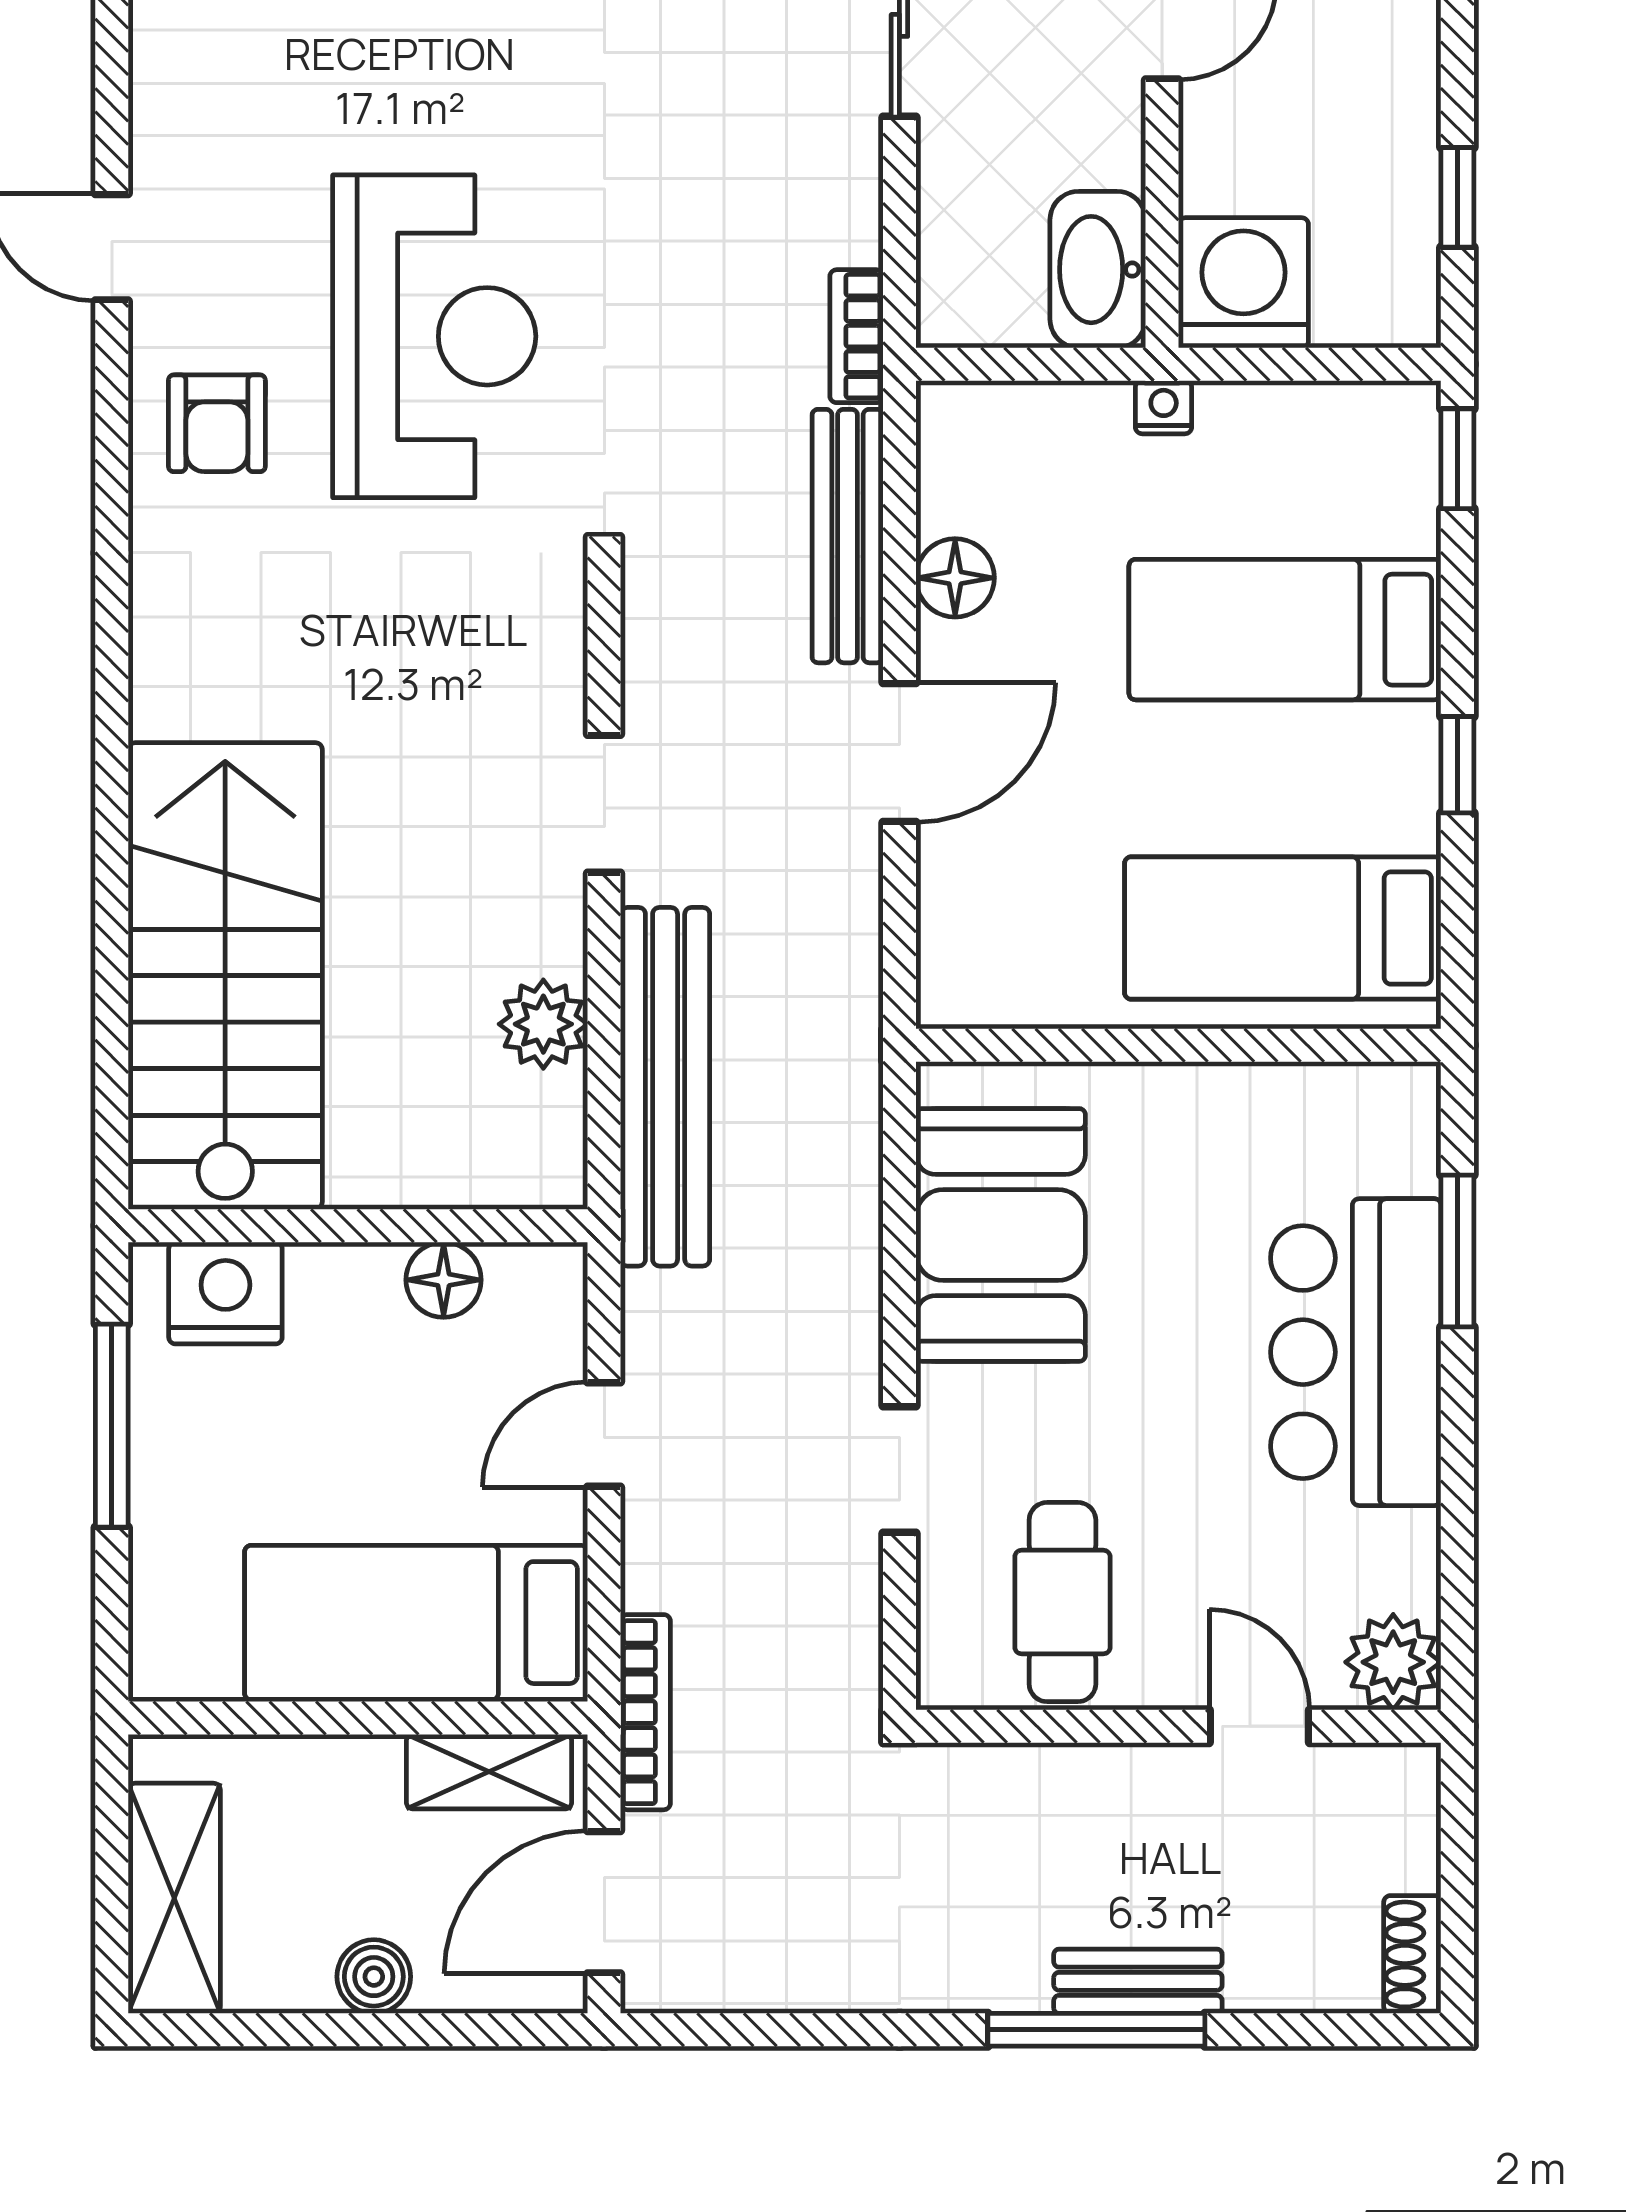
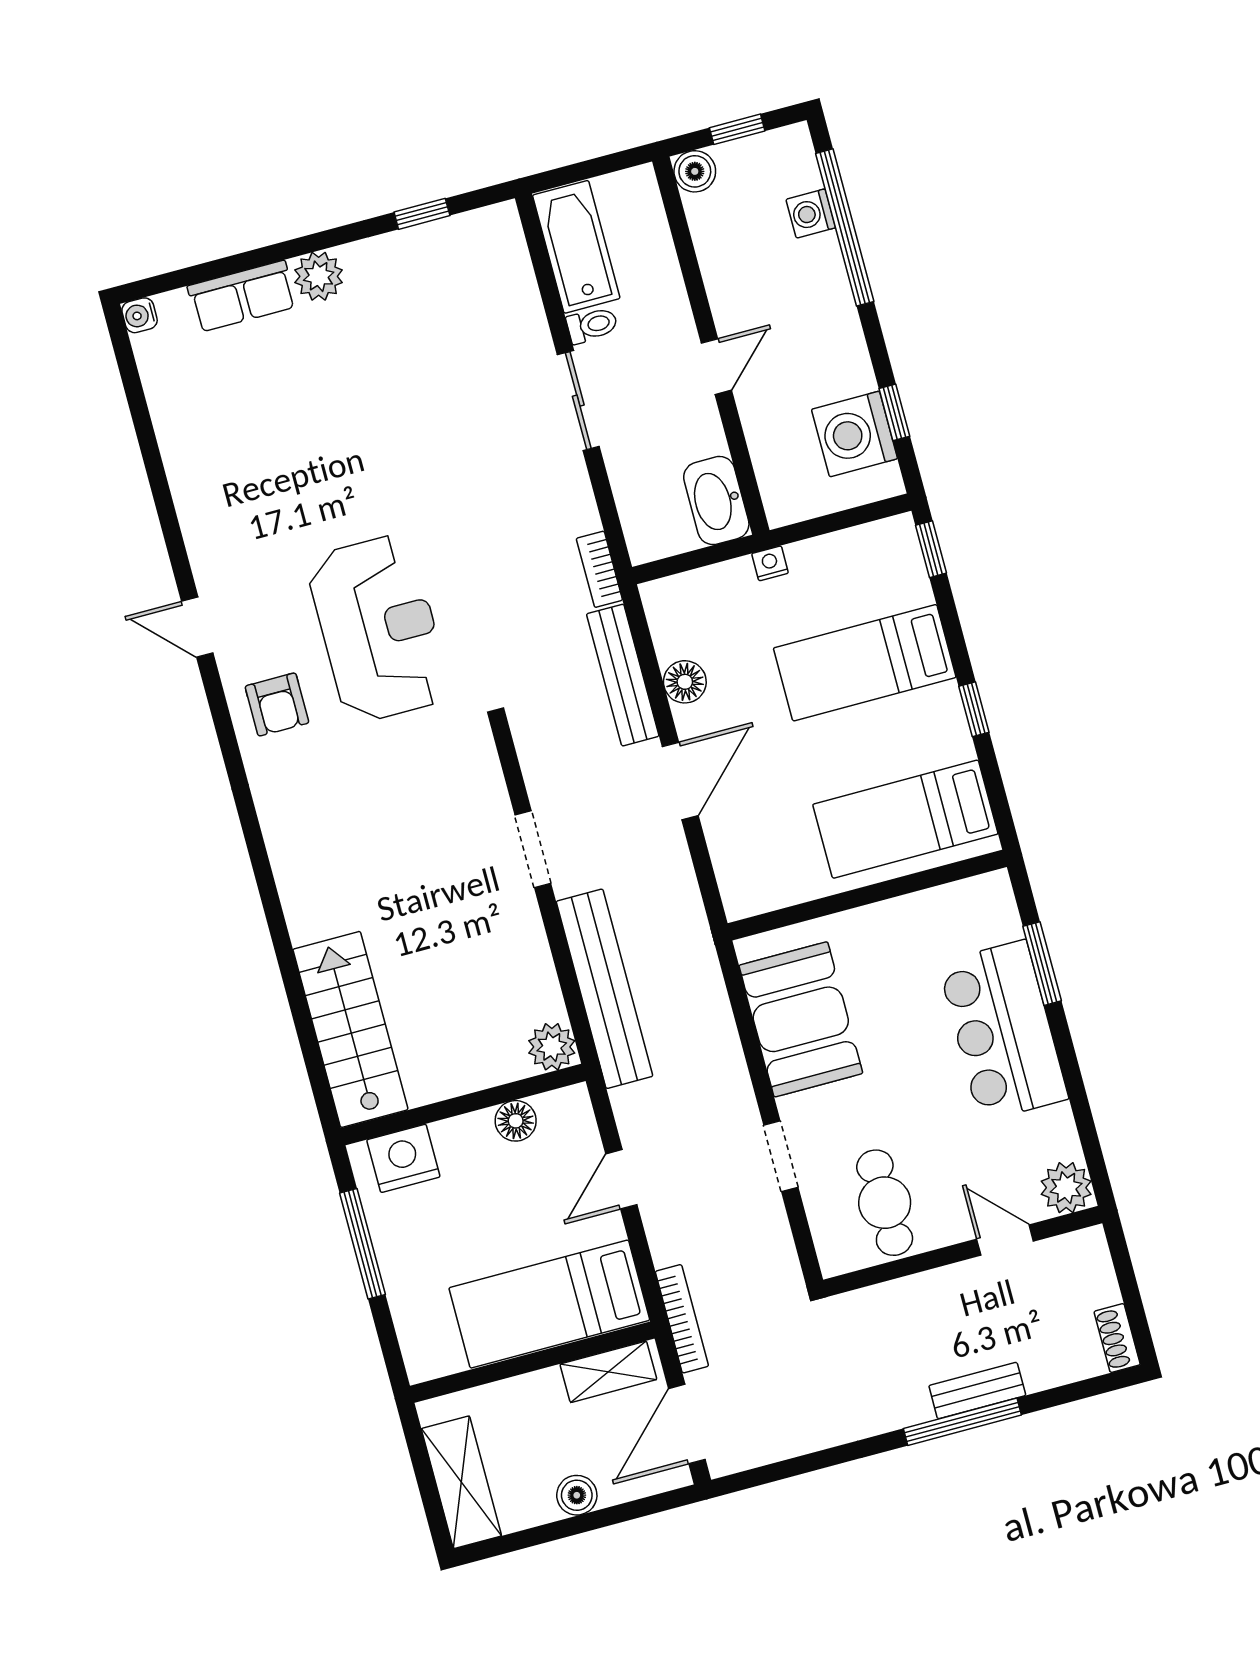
washing machine: (1243, 283) -> (854, 434), moved, turned -90
stairs: (225, 976) -> (350, 1029), width x0.73, depth x0.66
plant: (543, 1024) -> (552, 1047), moved

